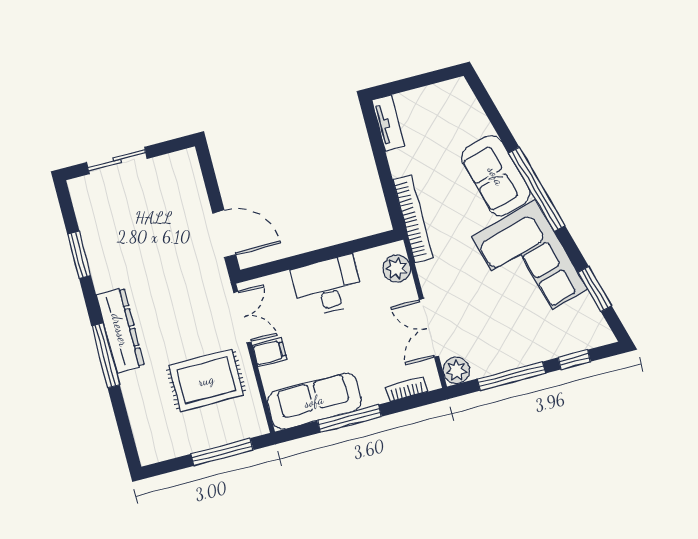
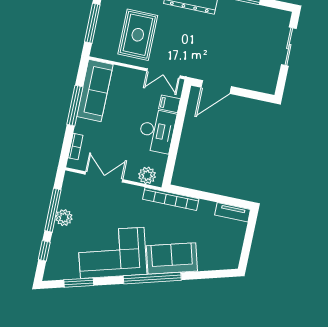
filing cabinet: (270, 352) -> (169, 104), moved, turned 90
plant: (456, 370) -> (64, 218), moved

